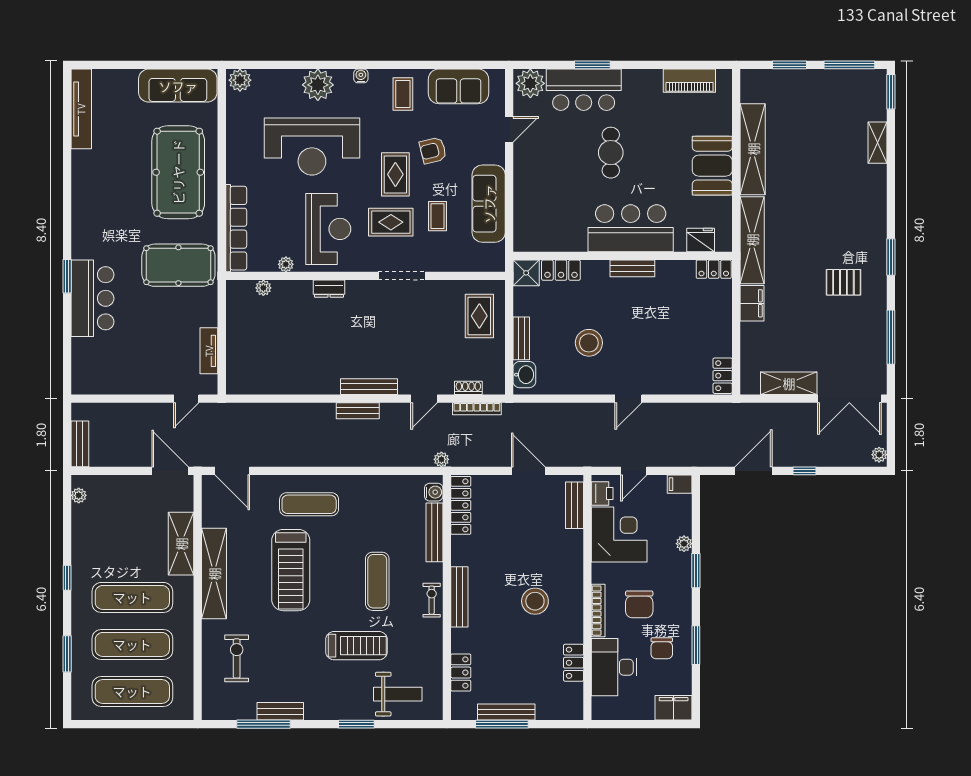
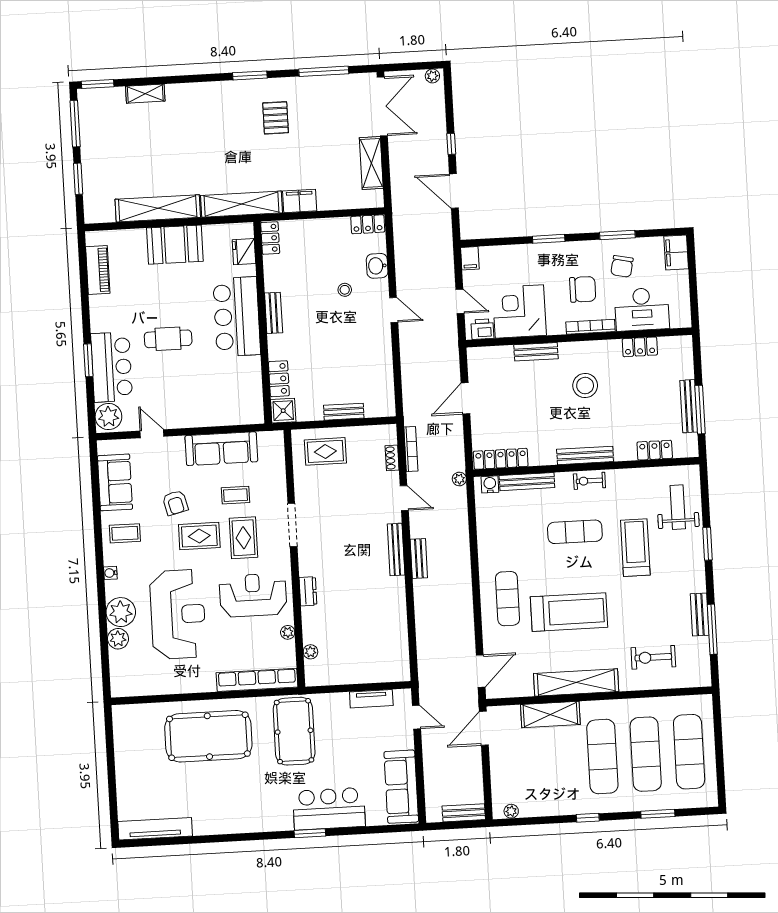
plant: (240, 80) -> (118, 639), moved
sofa: (178, 86) -> (401, 787), moved, turned 180
stool: (589, 343) -> (345, 290), moved, width x0.53, depth x0.53
washbasin: (524, 375) -> (377, 266), moved, turned -90
bench: (574, 505) -> (536, 352), moved
plant: (684, 544) -> (524, 251), removed
chair: (662, 648) -> (622, 266), turned 102

